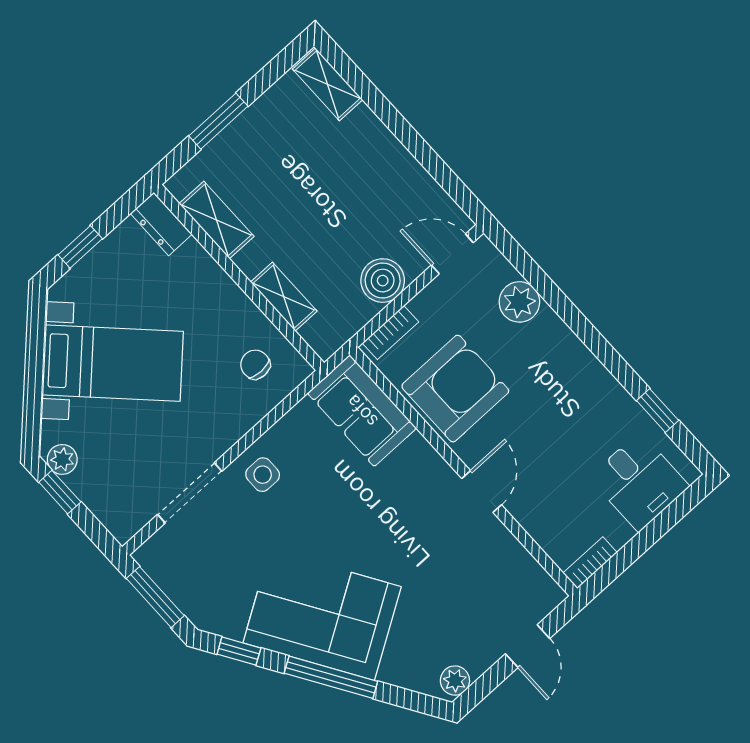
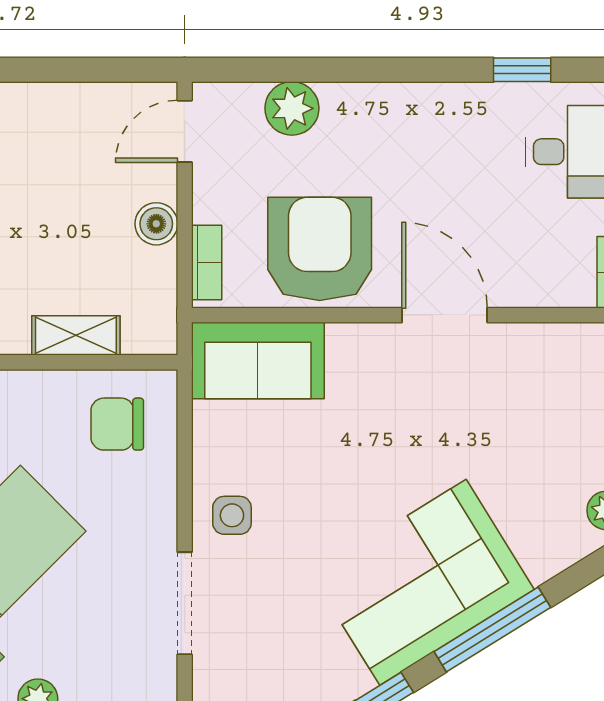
boiler: (383, 281) -> (156, 224), width x0.73, depth x0.73
chair: (255, 365) -> (117, 424), width x1.37, depth x1.37
door: (482, 492) -> (445, 315), width x1.38

